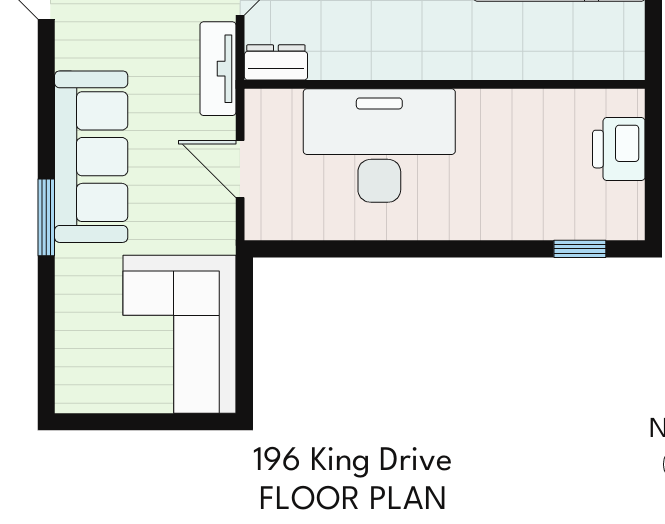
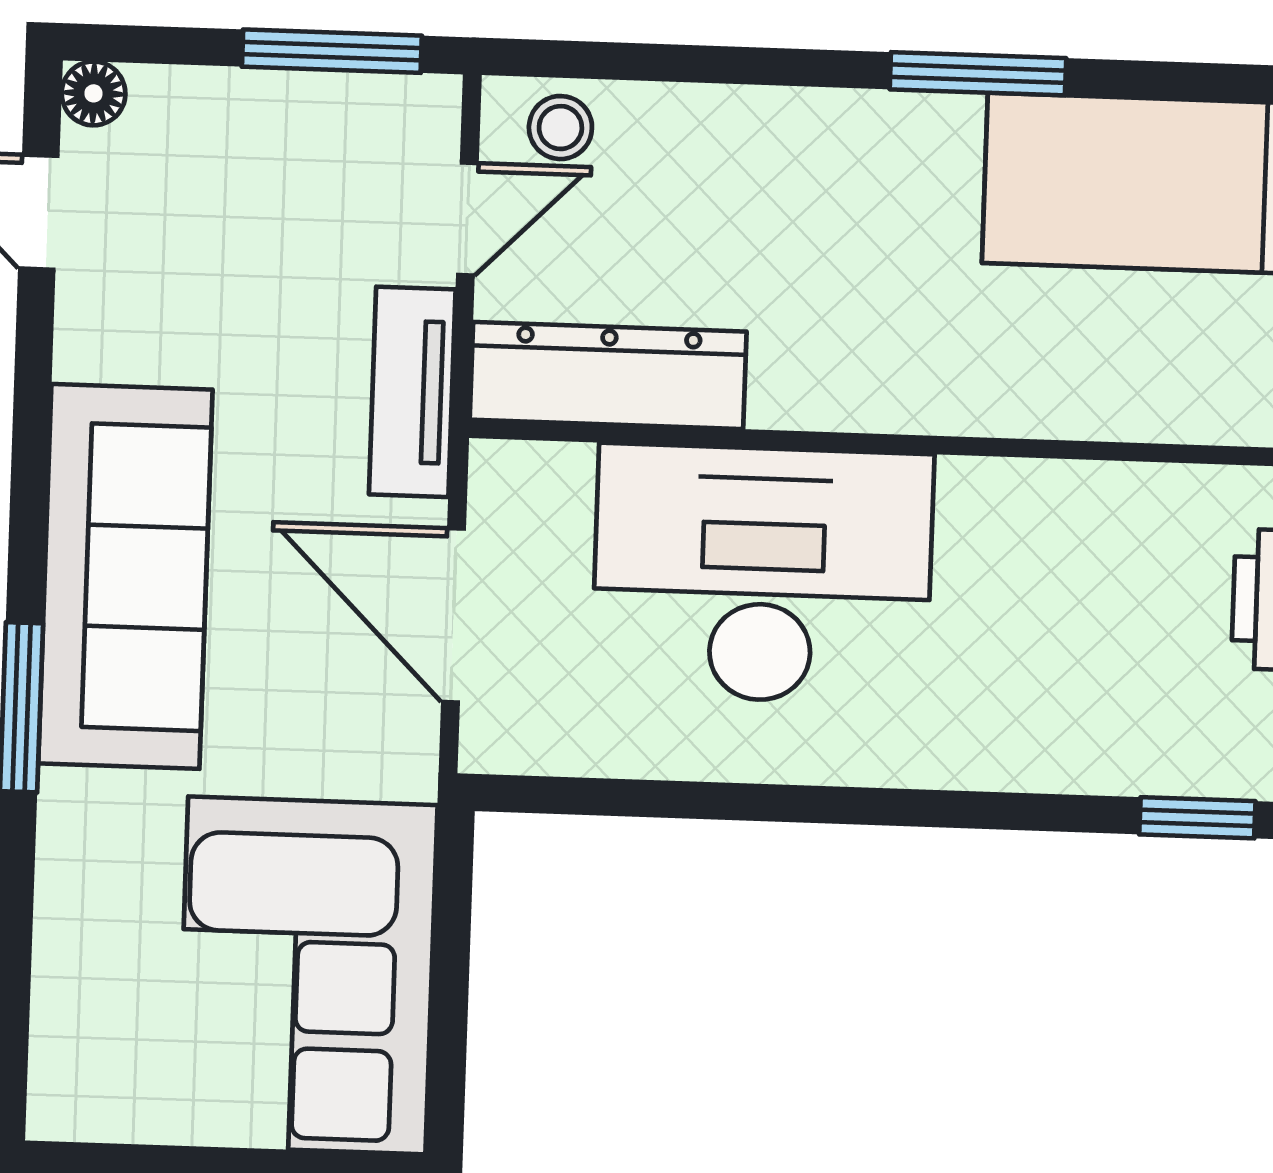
dresser: (276, 62) -> (608, 376), width x1.96, depth x1.24
door: (240, 169) -> (453, 615), width x1.38

